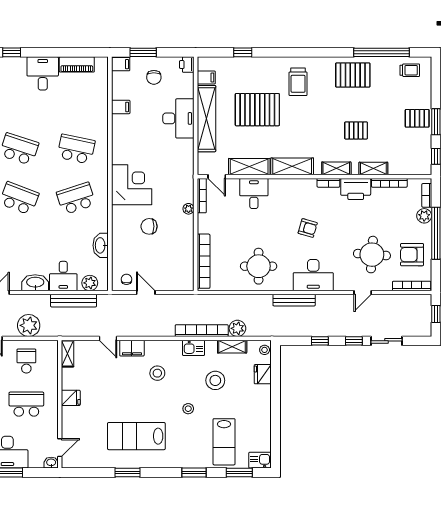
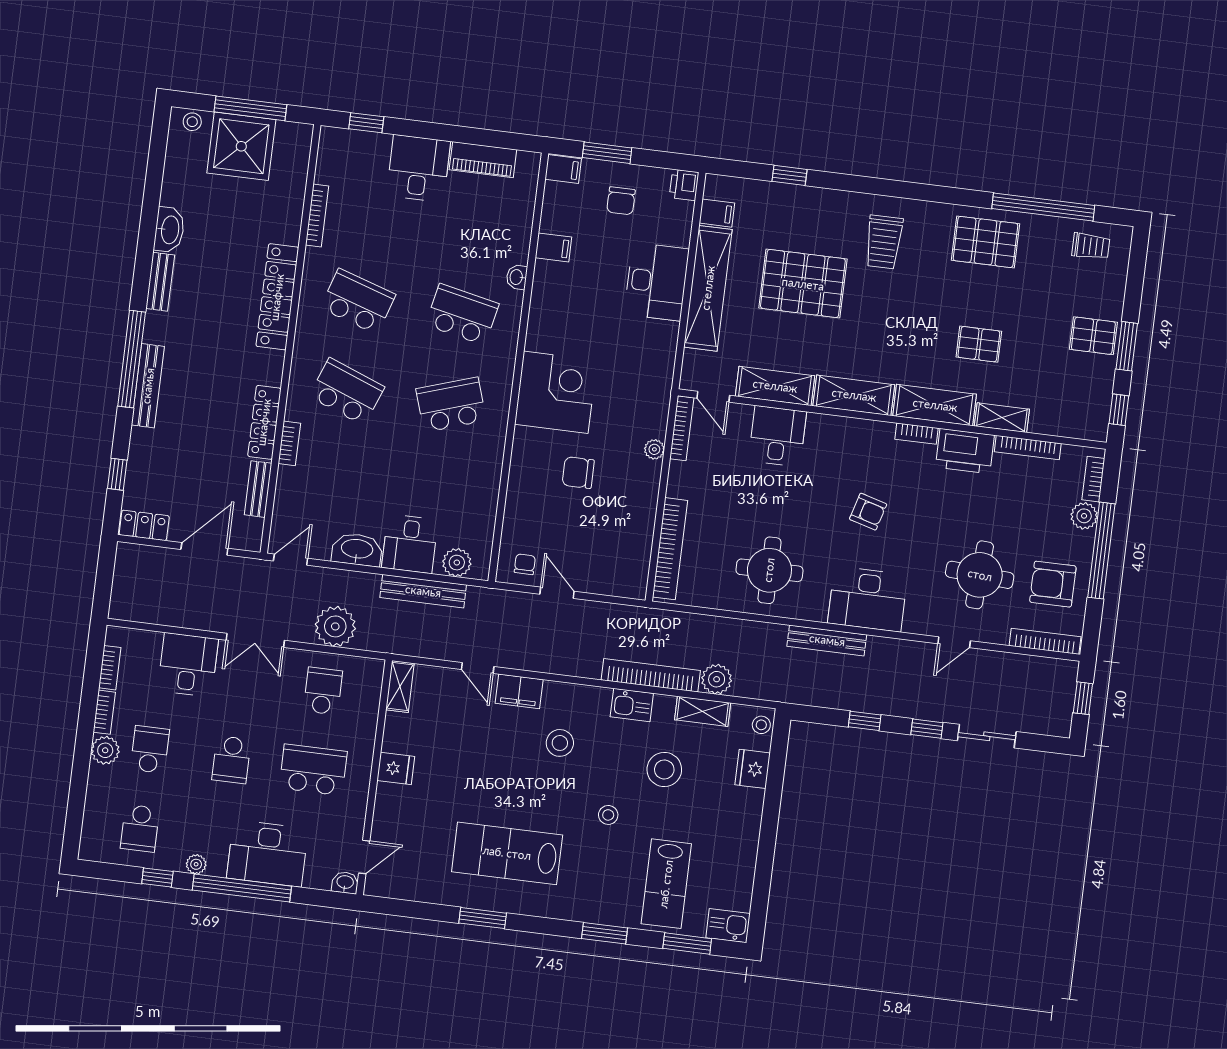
shelving: (336, 168) -> (935, 405), width x1.50, depth x1.33
washbasin: (101, 245) -> (517, 277), moved, width x0.52, depth x0.69

